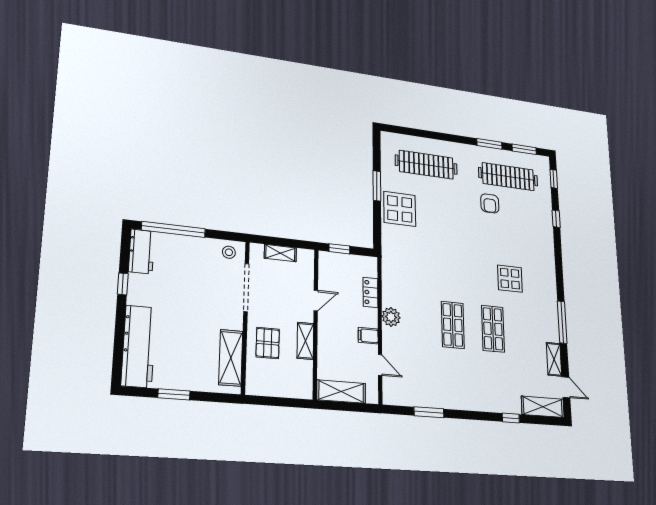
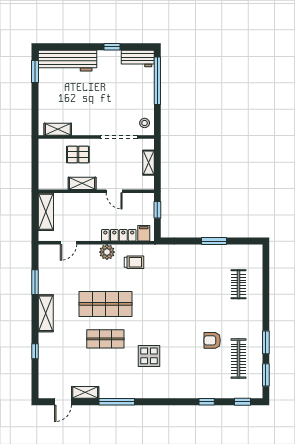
clothes rail: (426, 165) -> (239, 284), width x0.54, depth x0.76
clothes rail: (508, 177) -> (239, 359), width x0.73, depth x0.76
display table: (400, 209) -> (197, 260), removed
trolley: (403, 285) -> (134, 262), added
locker: (370, 292) -> (119, 235), width x1.53
shop shelf: (453, 325) -> (105, 304), width x1.43, depth x1.36
filing cabinet: (368, 336) -> (144, 233), moved
shelving: (231, 358) -> (58, 129), width x0.67, depth x0.75
window: (174, 394) -> (35, 72), moved
shelving: (543, 407) -> (46, 313), moved

